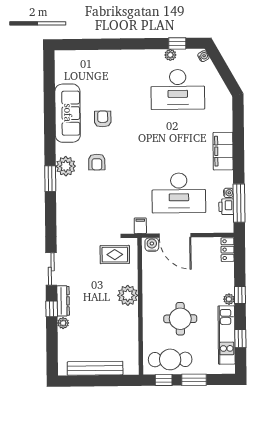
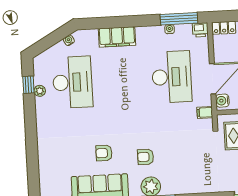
water cooler: (203, 56) -> (69, 40), moved
filing cabinet: (223, 151) -> (117, 37), moved
armchair: (97, 162) -> (146, 157), turned 180
printer: (226, 207) -> (200, 30), moved

